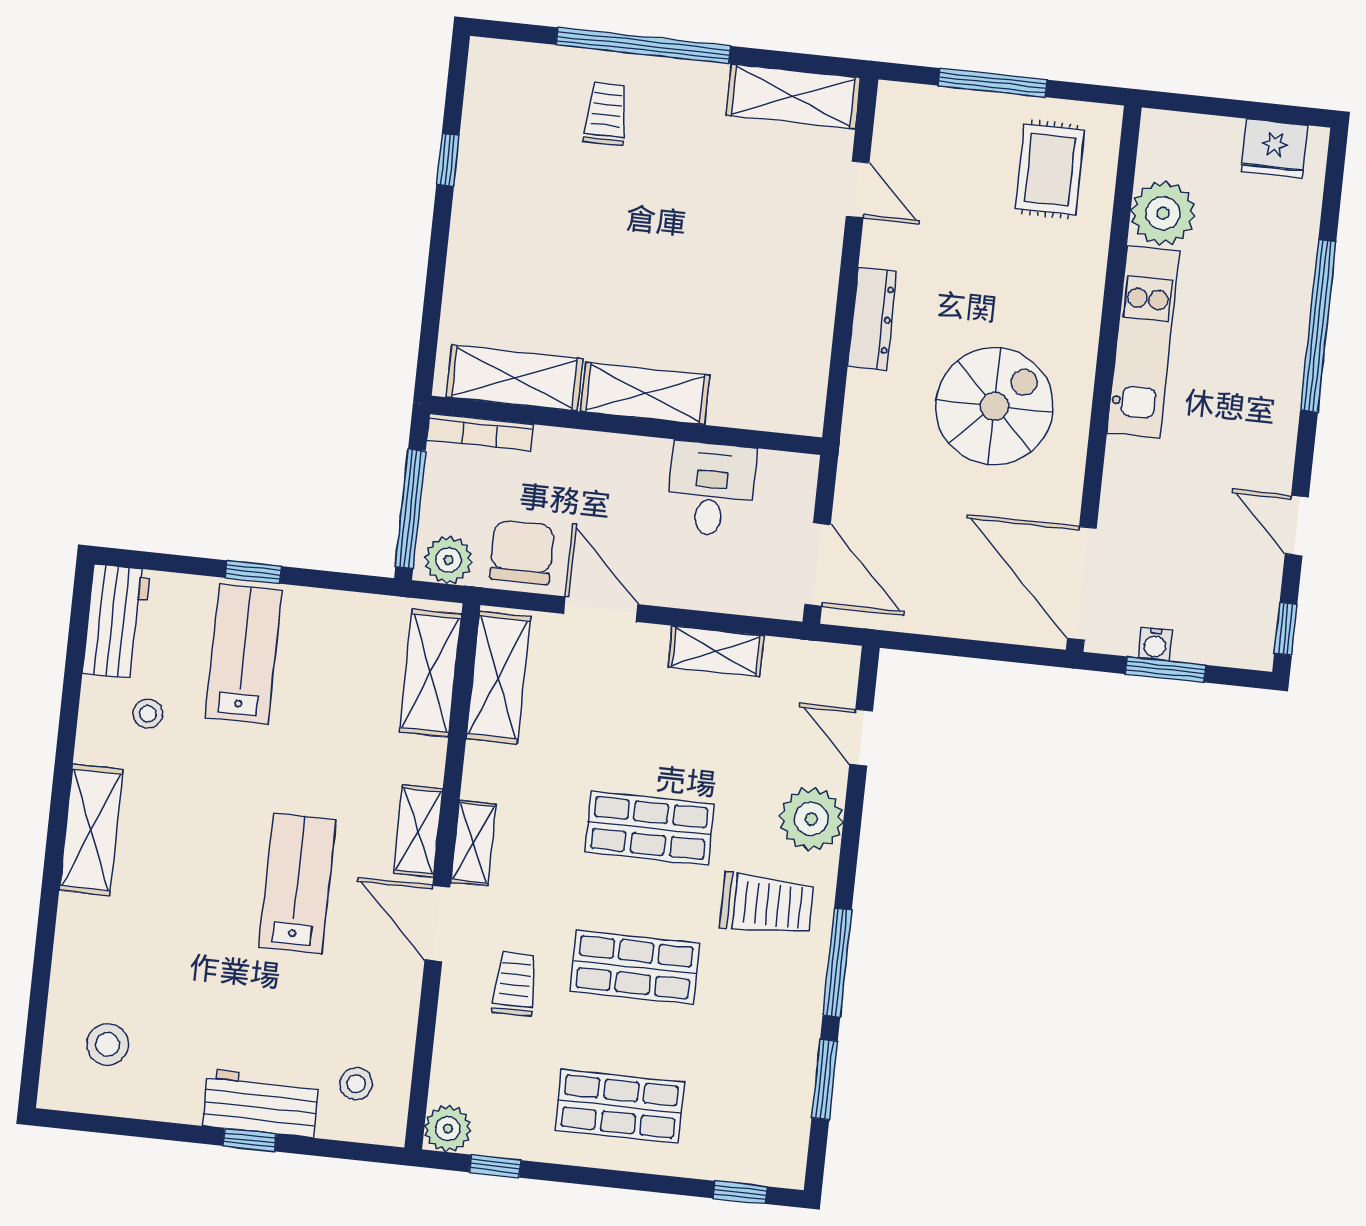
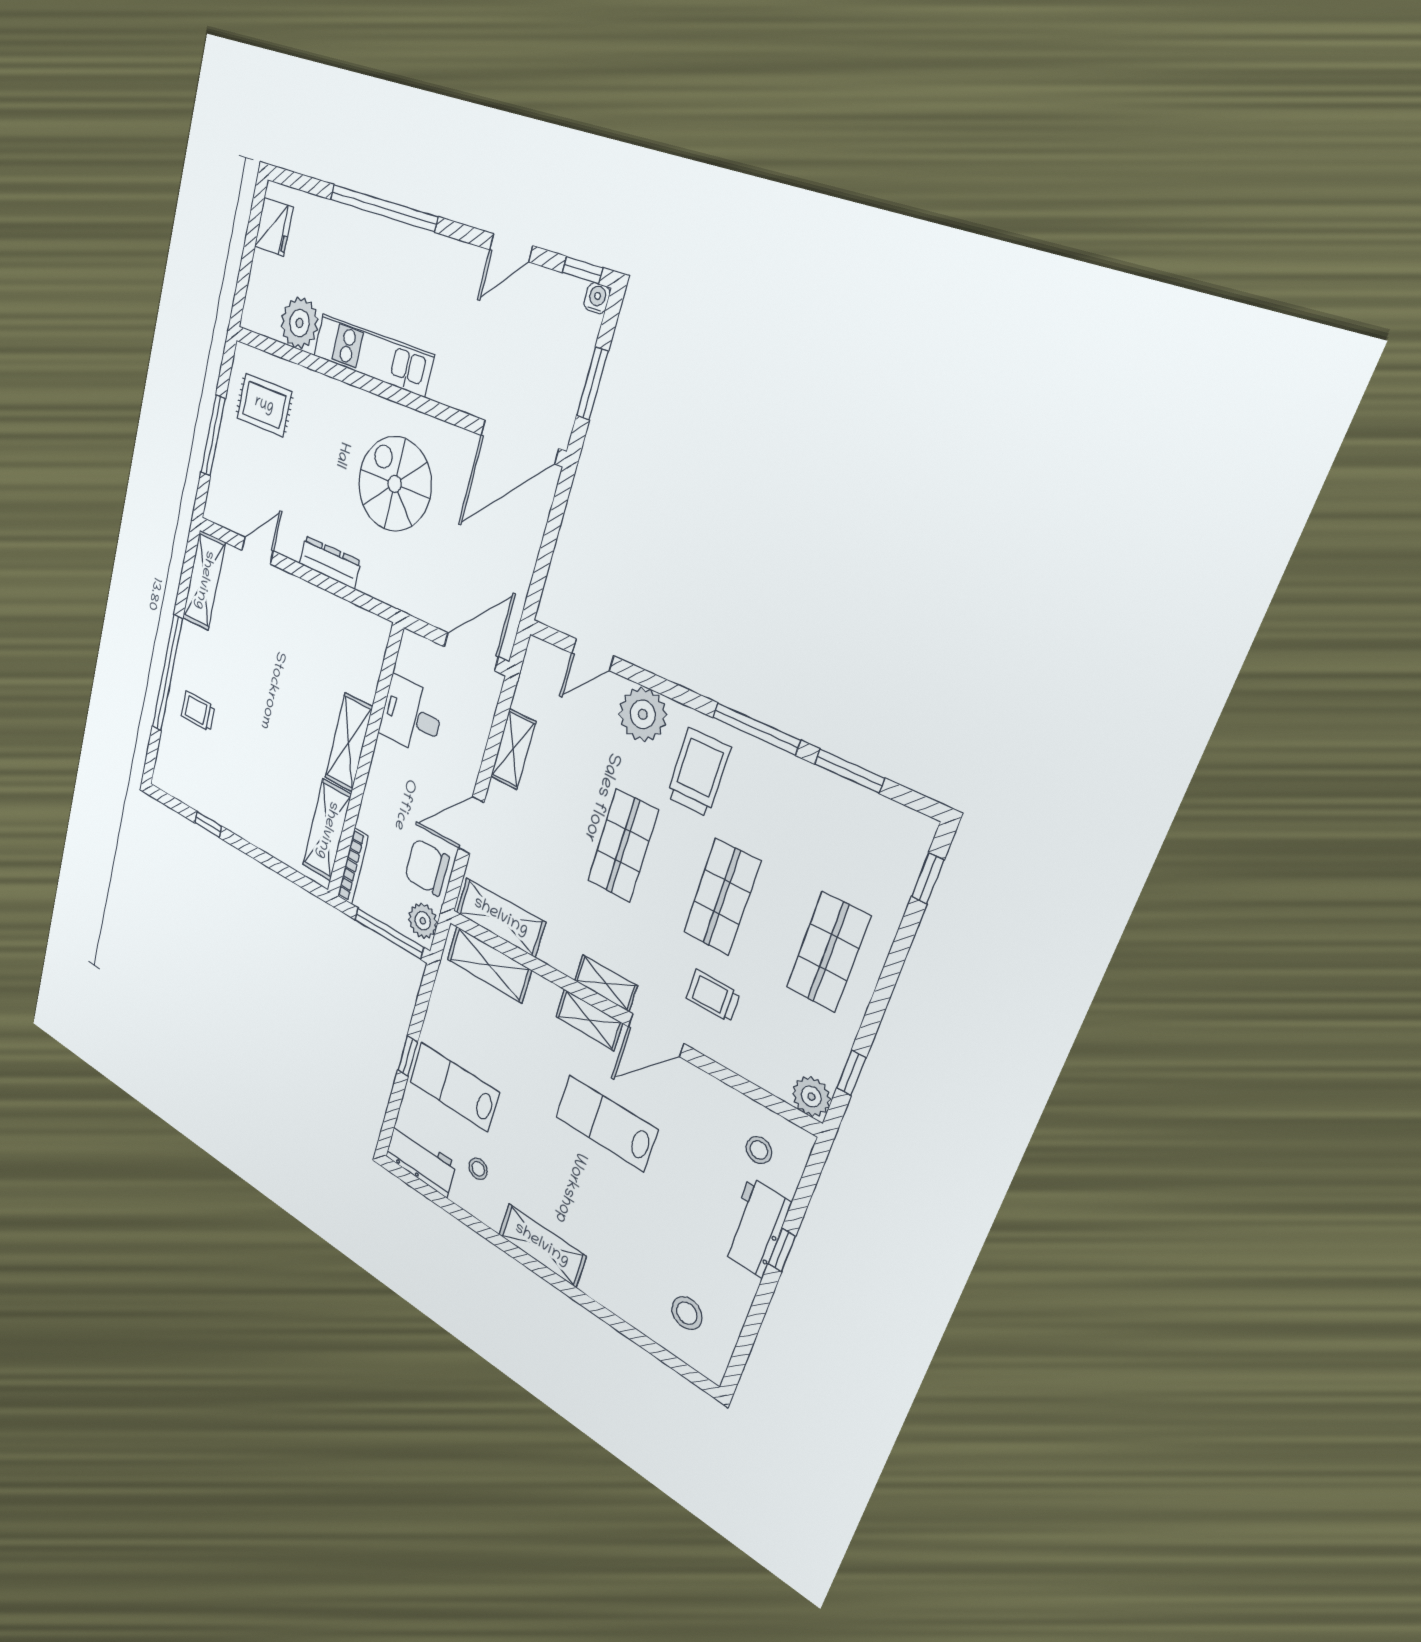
water cooler: (1155, 644) -> (597, 298), moved, turned -90

